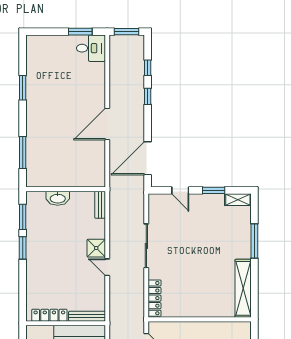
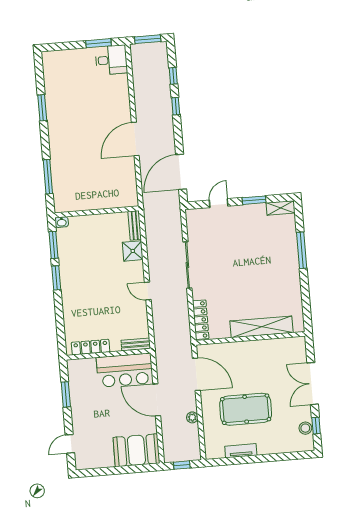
door: (180, 190) -> (219, 203), swing flipped
washbasin: (58, 198) -> (62, 222), moved, width x0.52, depth x0.69
shower: (96, 248) -> (133, 251), moved
shelving: (243, 288) -> (262, 327), moved, turned 90
bench: (87, 316) -> (136, 344), width x0.73

